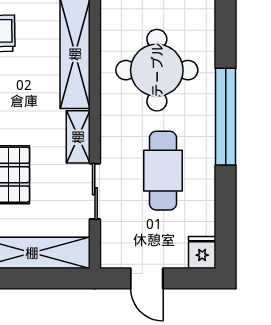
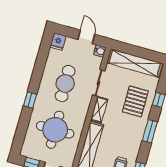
window: (226, 117) -> (30, 100), width x0.32
water cooler: (111, 257) -> (100, 51), added

